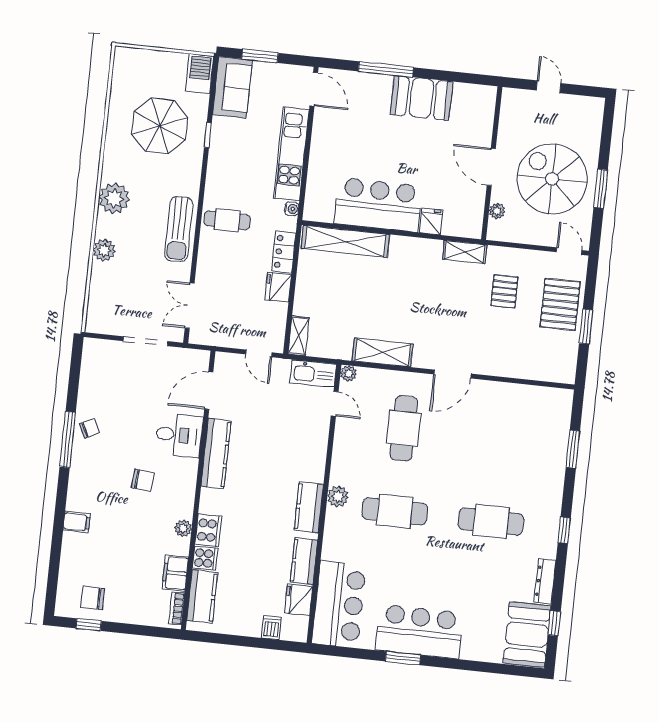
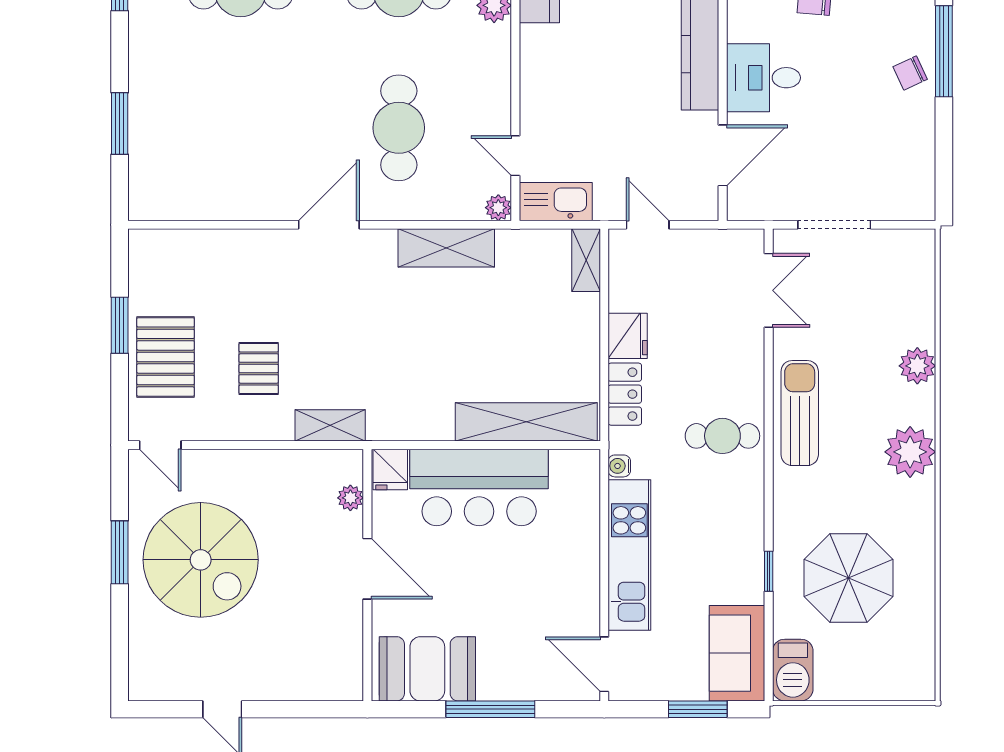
wall: (492, 163) -> (367, 575), moved
door: (491, 167) -> (367, 569), moved
plant: (497, 211) -> (350, 498), moved

